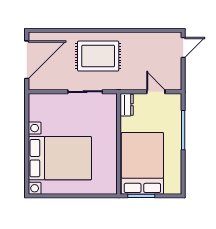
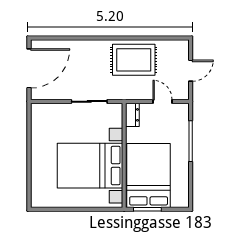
door: (183, 48) -> (191, 71), moved
rug: (98, 56) -> (134, 60), moved
bed with nightstands: (60, 158) -> (90, 166), moved, turned 180

